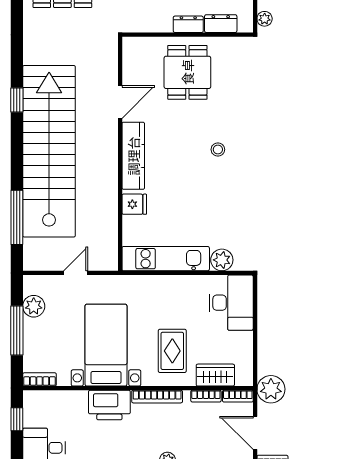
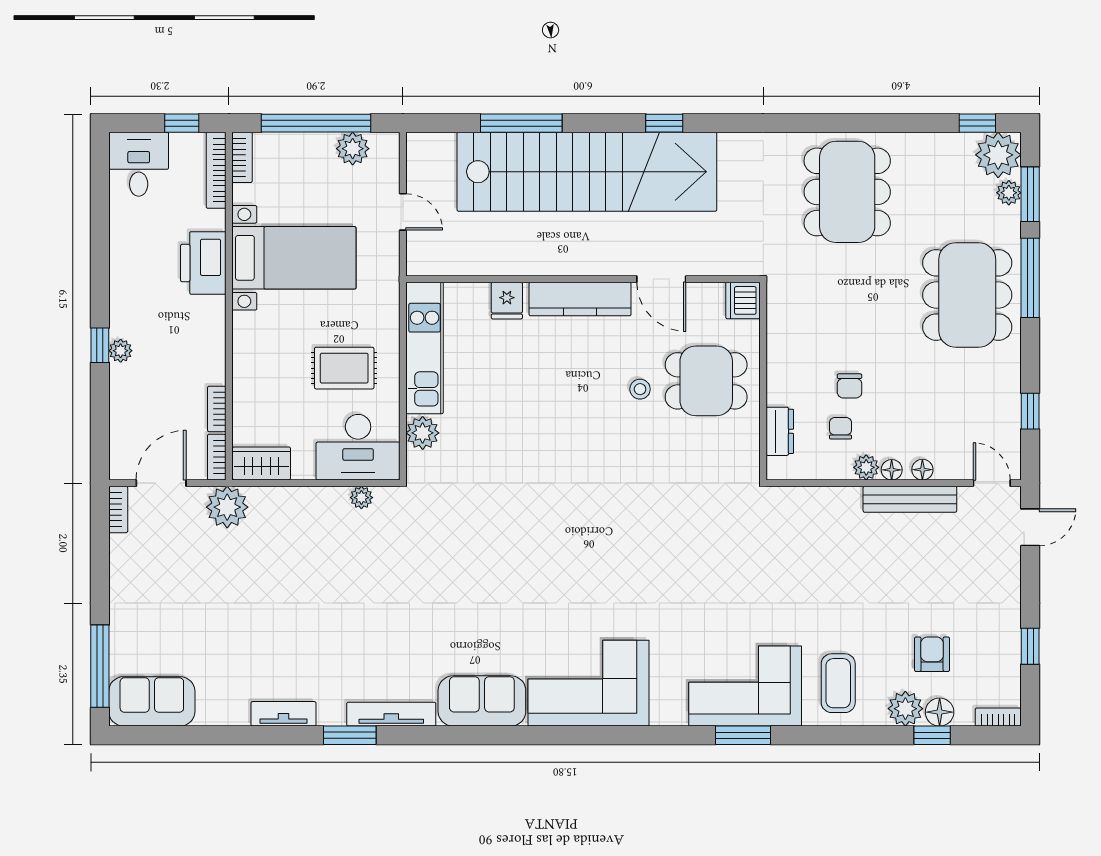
plant: (265, 19) -> (361, 498), moved
dresser: (188, 24) -> (779, 382), removed
dishwasher: (134, 48) -> (743, 300), added
stool: (218, 149) -> (640, 389), moved
window: (17, 217) -> (521, 123), moved
window: (17, 331) -> (316, 123), width x1.46
rug: (172, 351) -> (344, 368), moved
wardrobe: (215, 375) -> (262, 463), moved, turned -90
bookcase: (157, 397) -> (216, 170), moved

